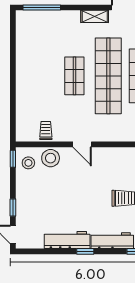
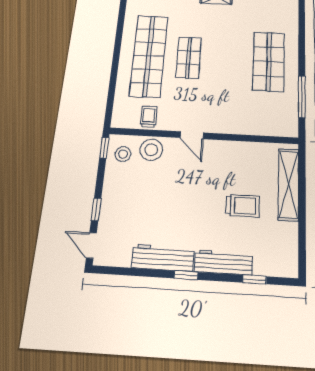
shop shelf: (108, 76) -> (149, 56), moved

